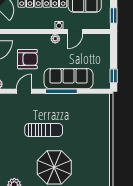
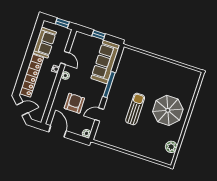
window: (114, 76) -> (99, 35), moved
sofa: (69, 79) -> (105, 62), moved
door: (24, 91) -> (99, 114), hinge flipped

